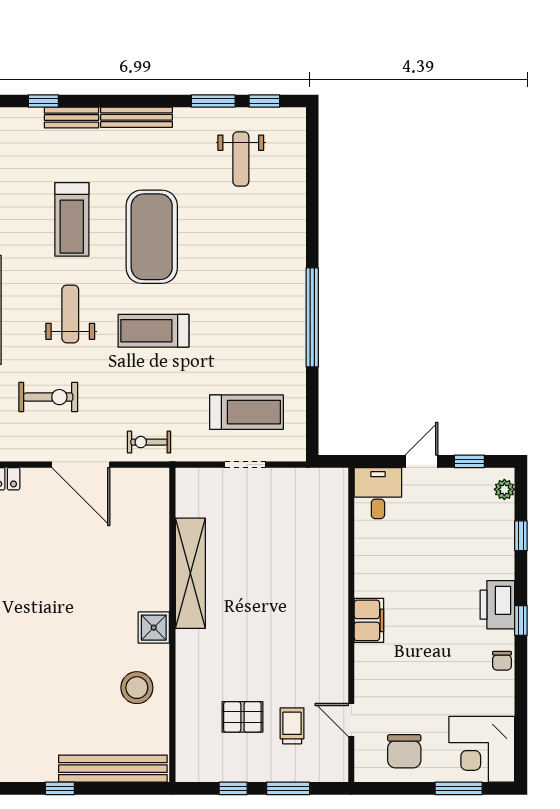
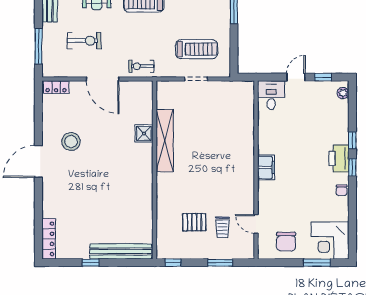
window: (521, 536) -> (352, 140), moved
shower: (154, 628) -> (144, 133), moved
stool: (137, 688) -> (71, 141), moved
trolley: (292, 726) -> (222, 227), turned 180
window: (233, 788) -> (173, 263), moved

